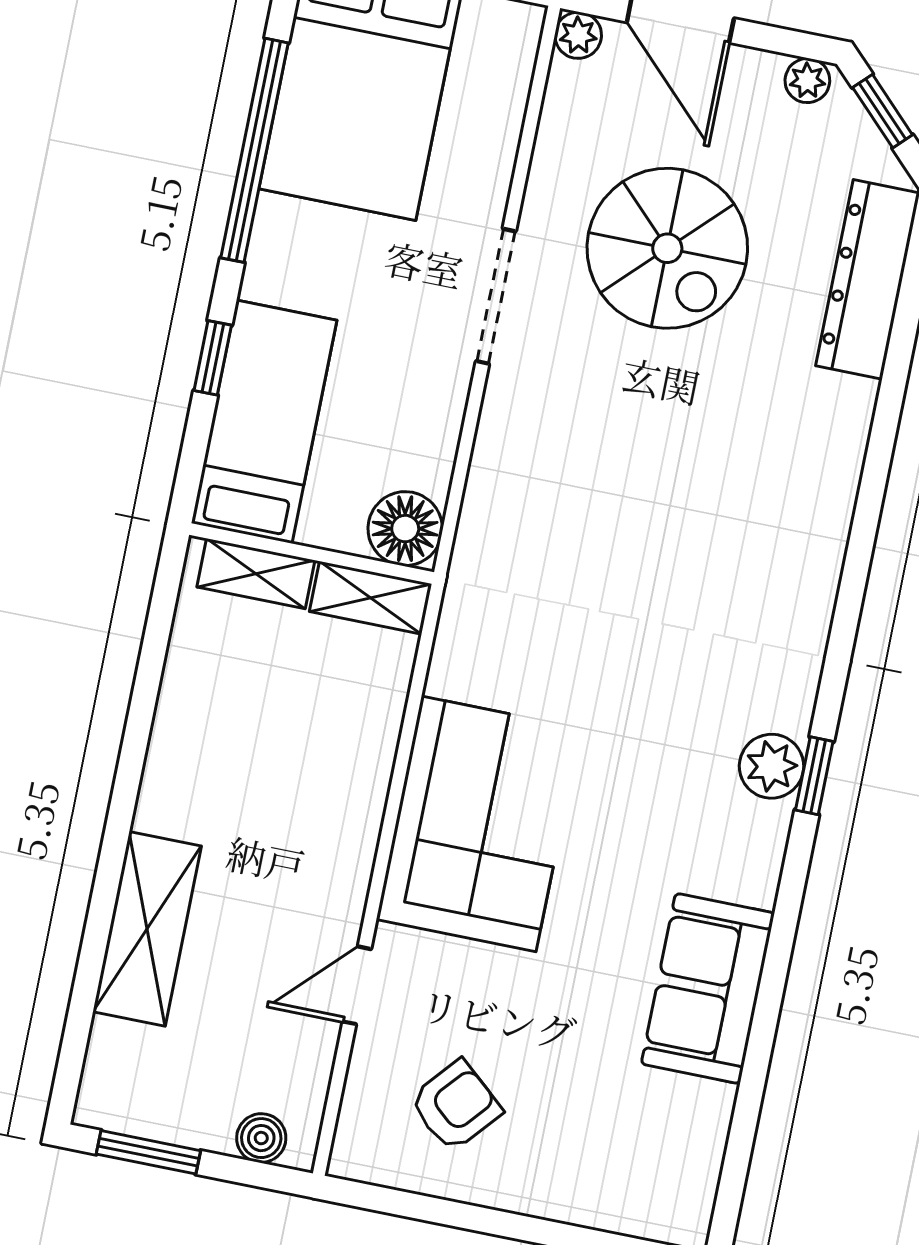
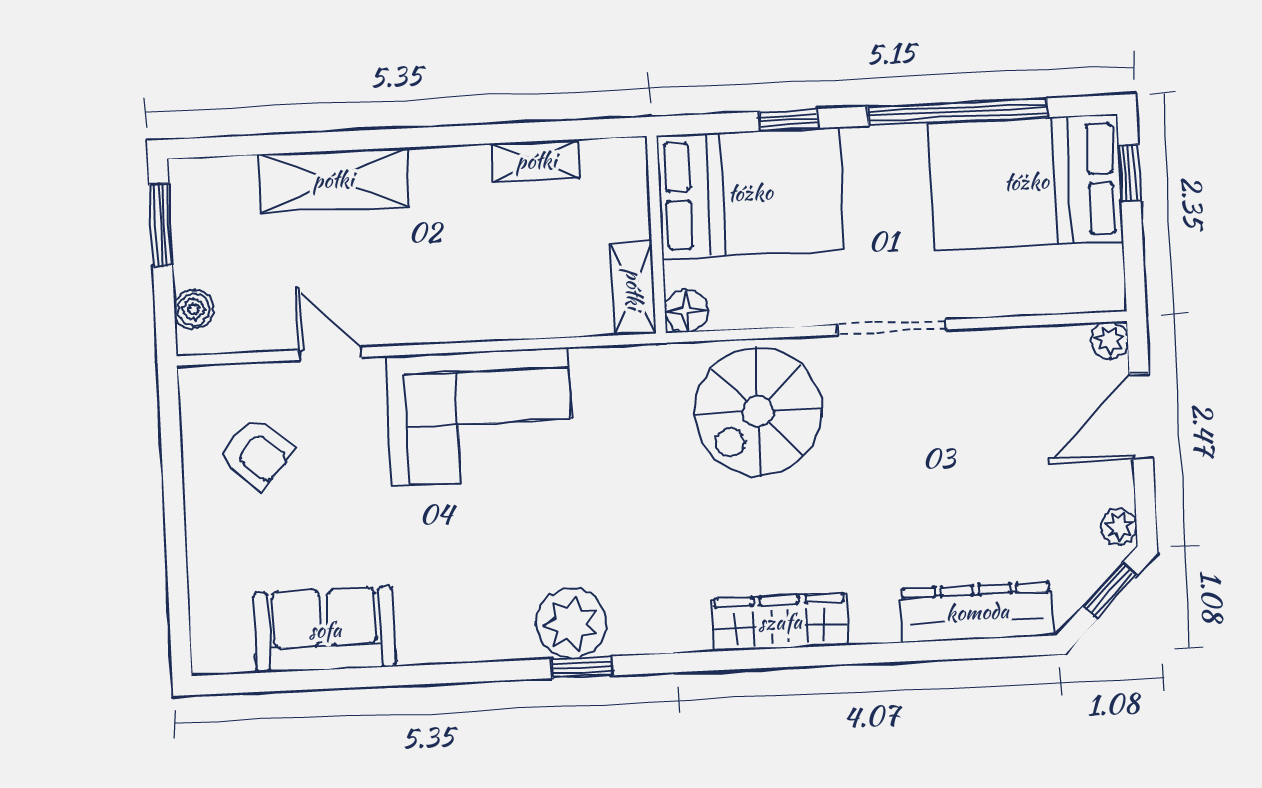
spiral stairs: (667, 248) -> (758, 411), moved
bed: (264, 422) -> (750, 193), width x1.50
wardrobe: (820, 522) -> (780, 622), added
floor lamp: (405, 529) -> (686, 311), width x0.73, depth x0.73
shelving: (256, 574) -> (536, 161), moved, turned 90
plant: (771, 766) -> (571, 623), width x1.36, depth x1.36
sofa: (708, 988) -> (325, 630), moved

